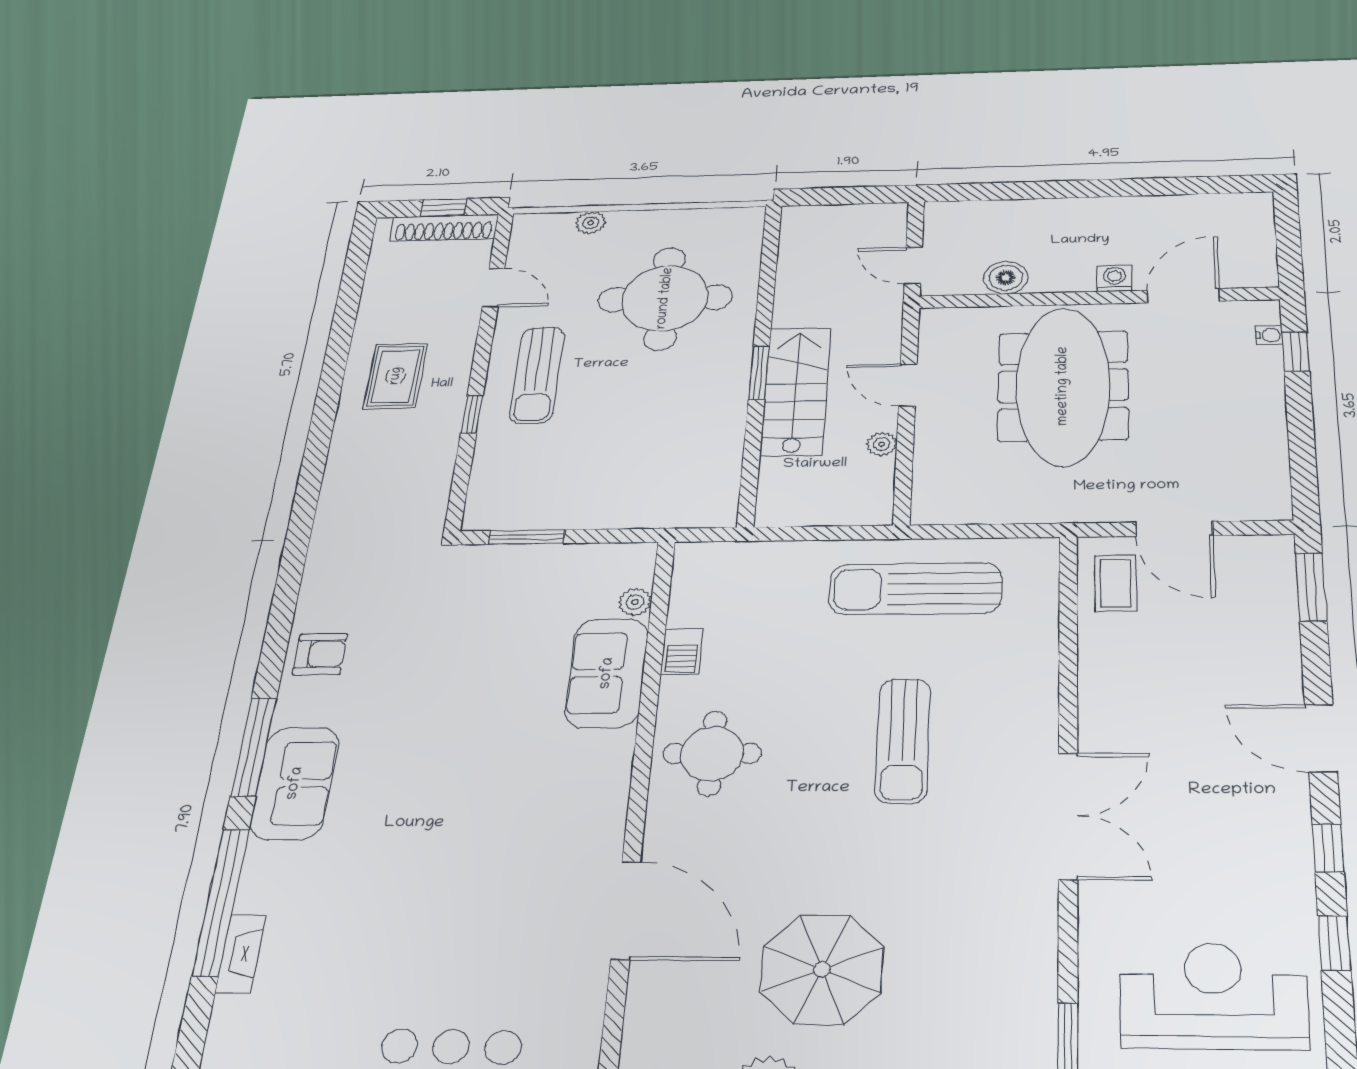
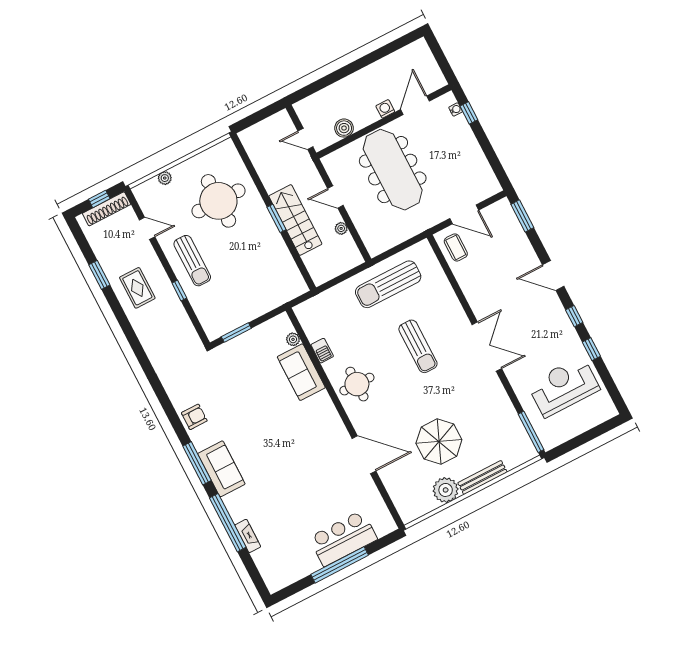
window: (343, 325) -> (99, 275), added

